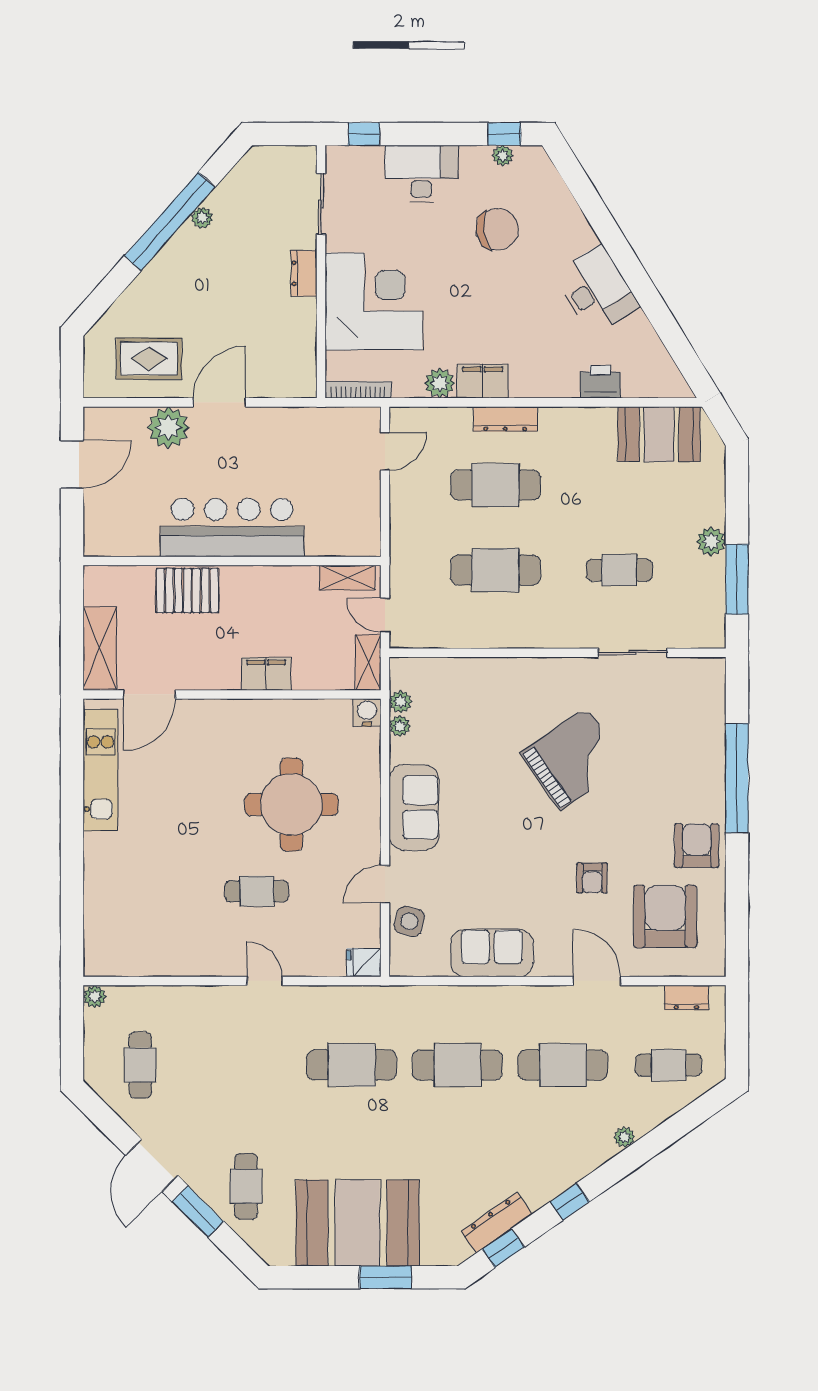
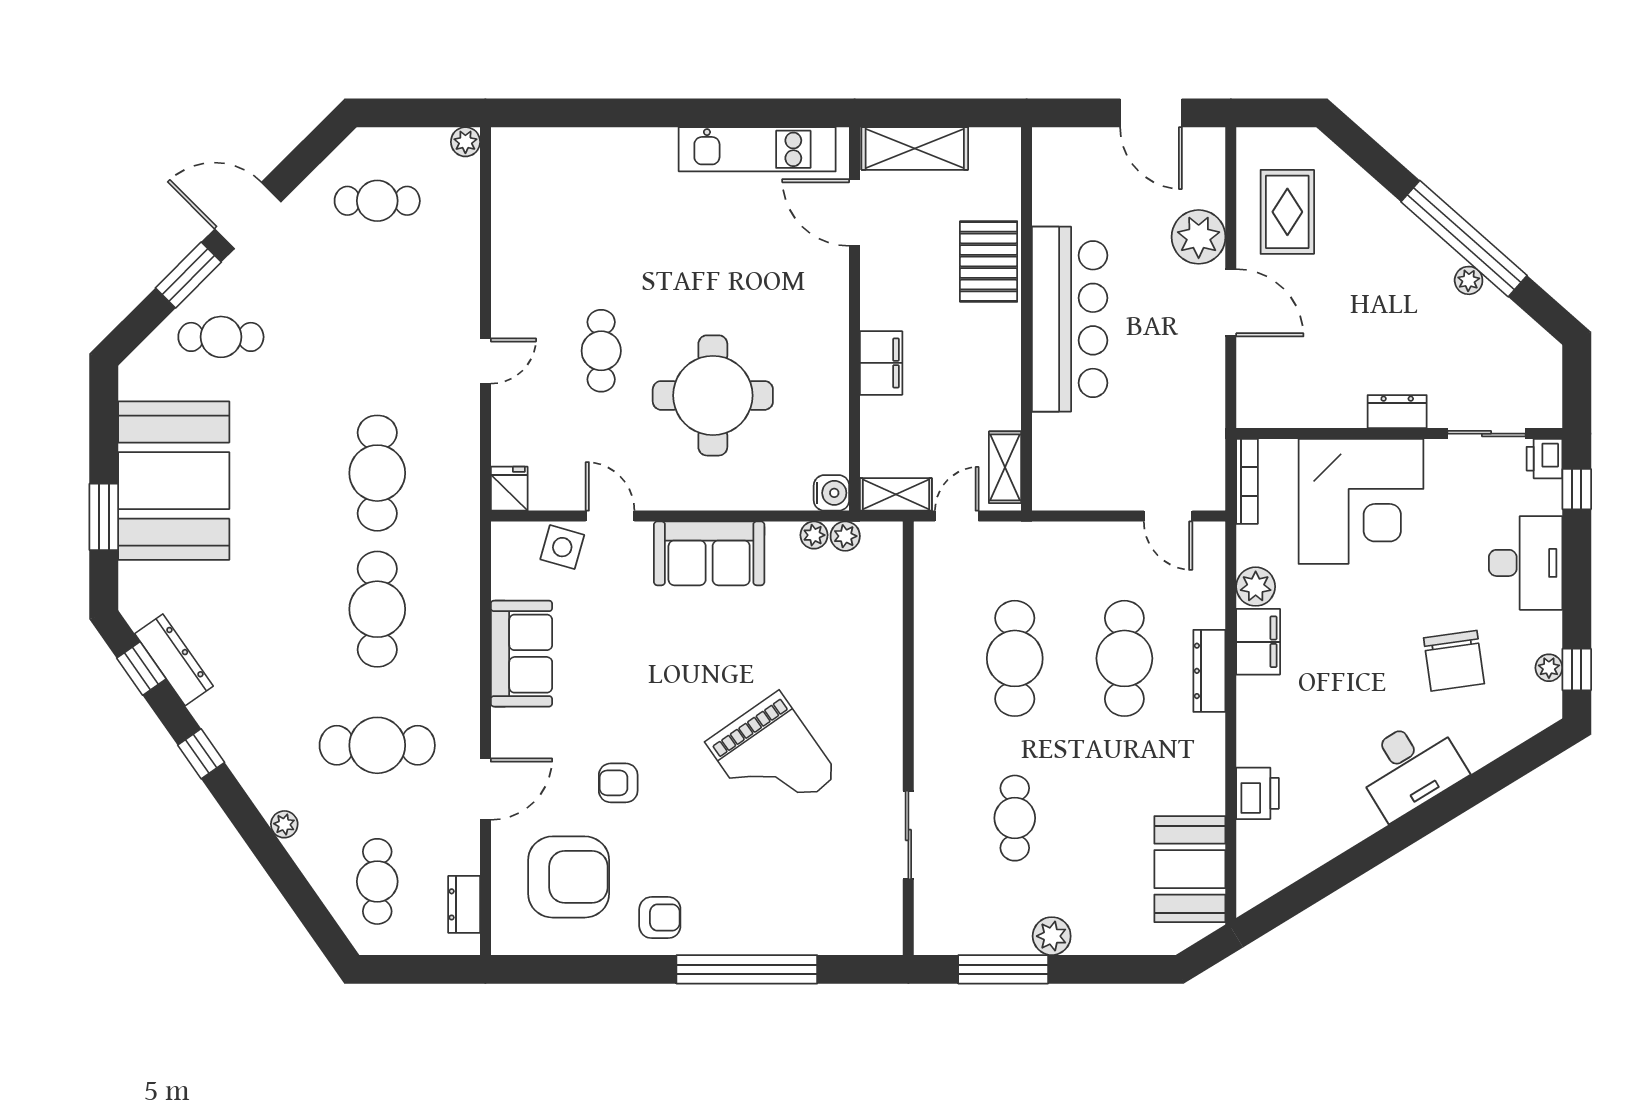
printer: (341, 159) -> (1544, 459), added
desk: (597, 290) -> (1410, 767), moved
armchair: (697, 846) -> (660, 918), width x0.72, depth x0.72
cafe table: (563, 1065) -> (377, 745), turned 90

